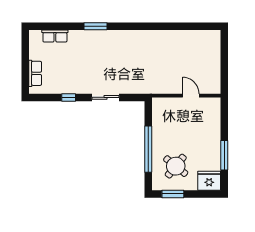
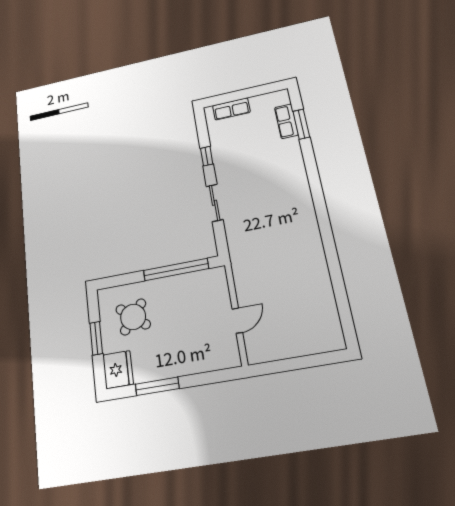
window: (95, 26) -> (301, 124), moved
window: (148, 149) -> (176, 269), moved
window: (173, 194) -> (96, 338), moved

